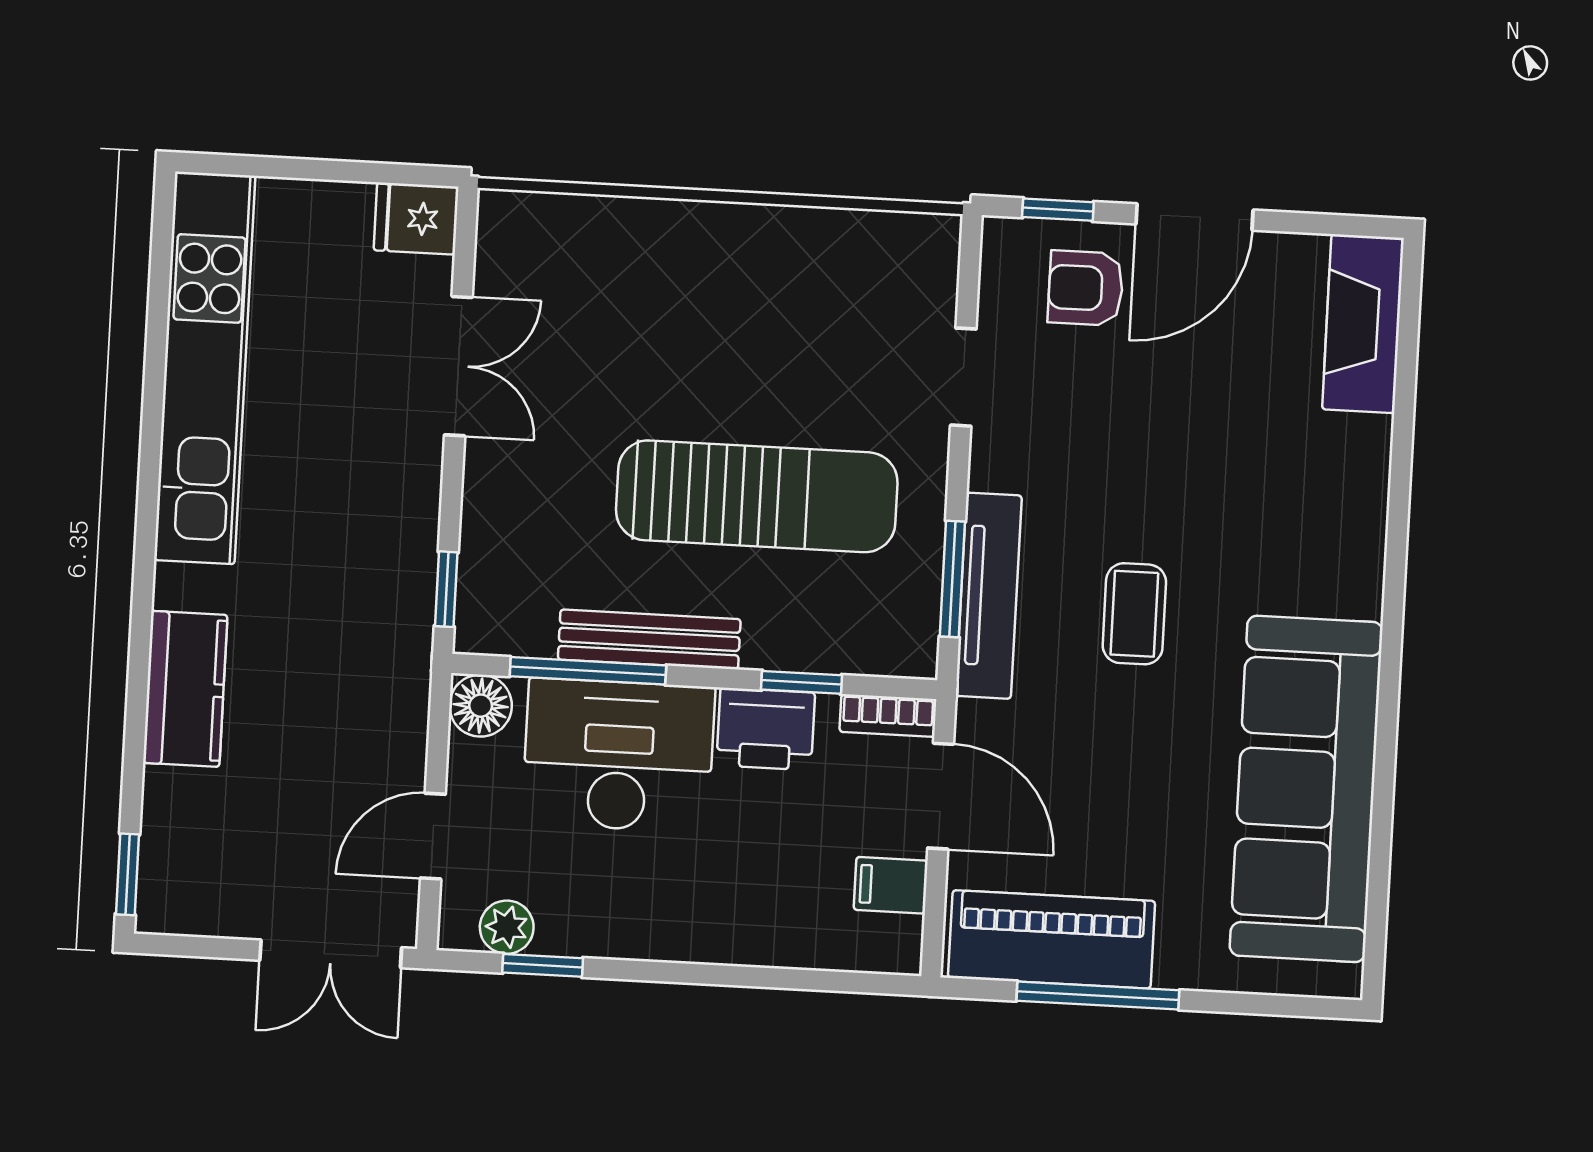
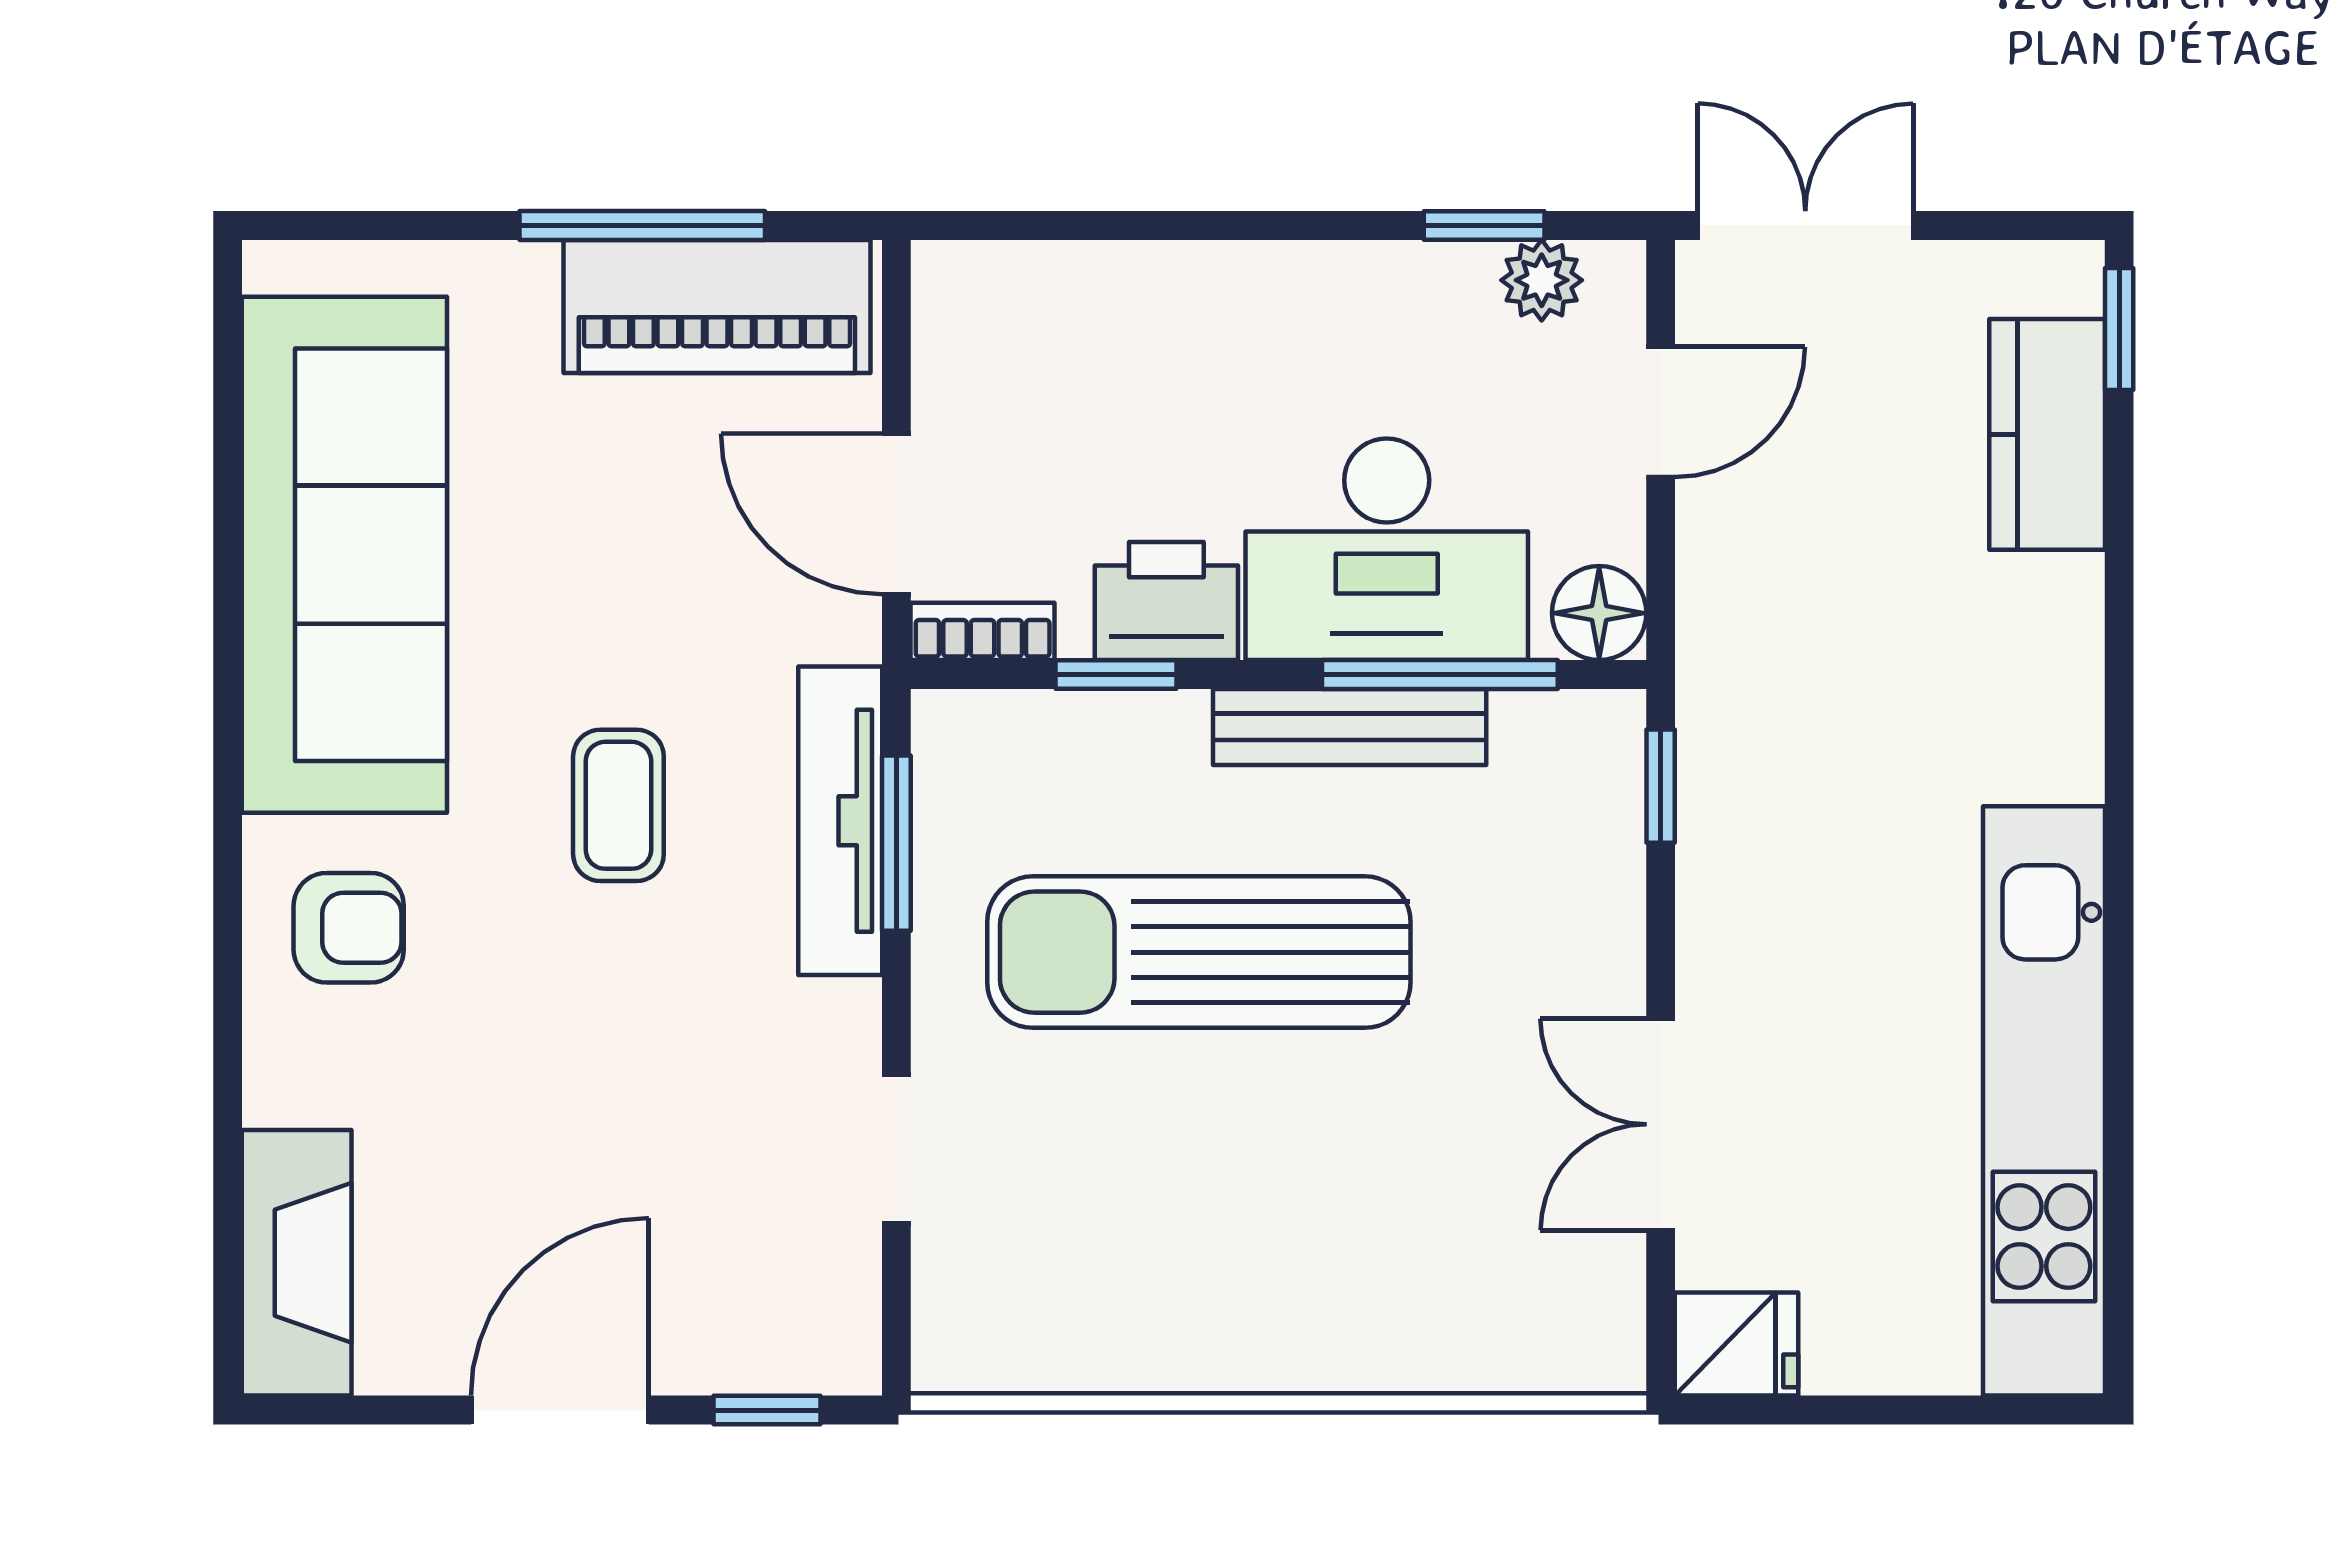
armchair: (1086, 288) -> (349, 928), moved
kitchen counter: (185, 689) -> (2047, 434), moved
filing cabinet: (891, 885) -> (965, 375), removed

